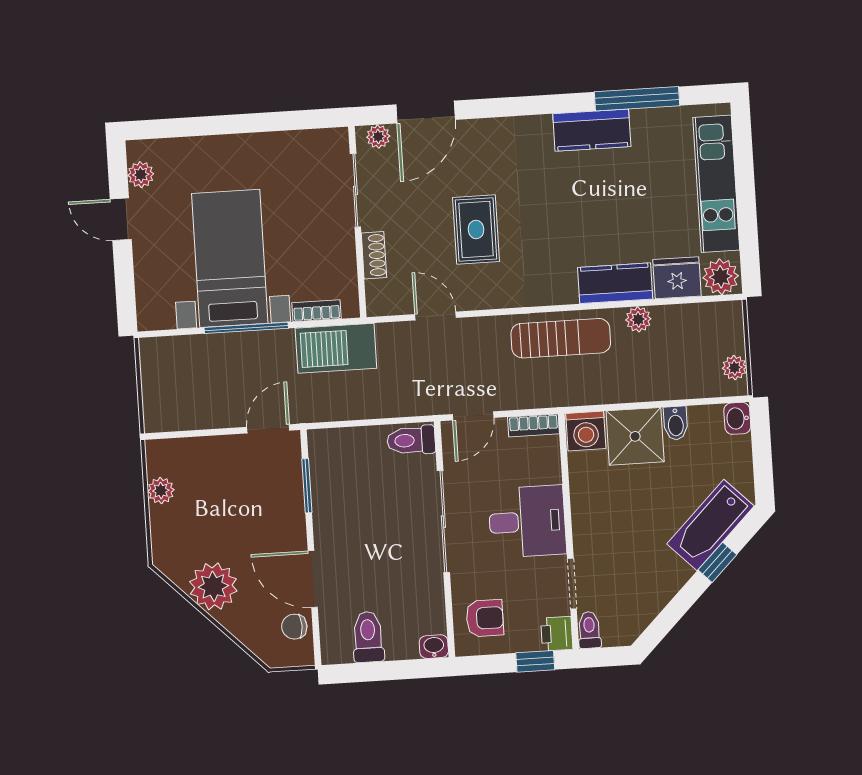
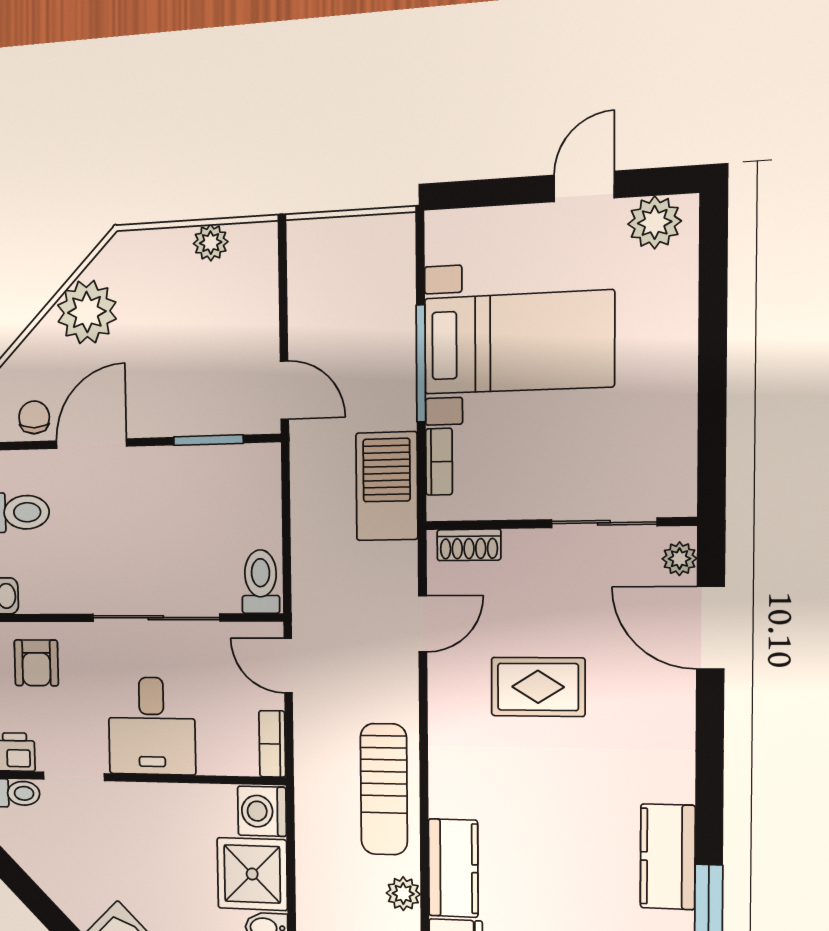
plant: (141, 175) -> (655, 222), width x1.38, depth x1.38
shoe rack: (374, 255) -> (469, 545), moved

